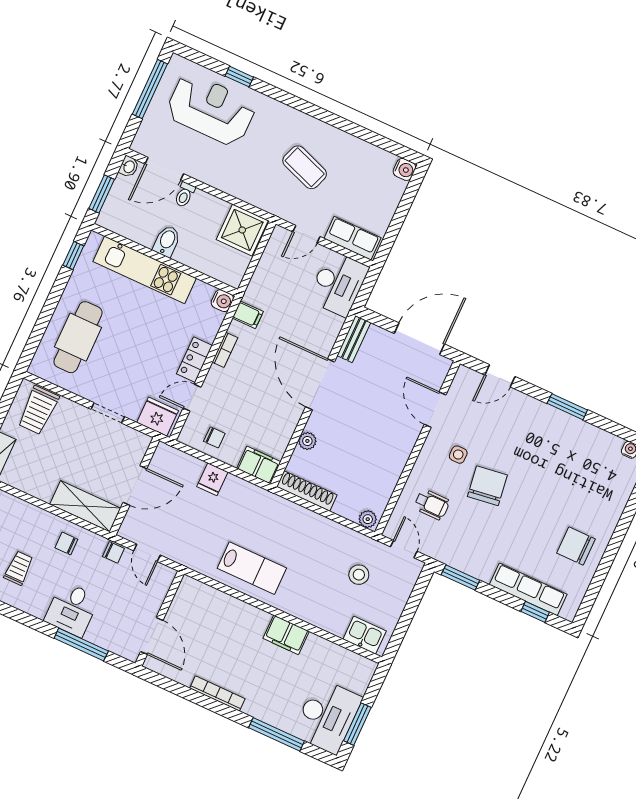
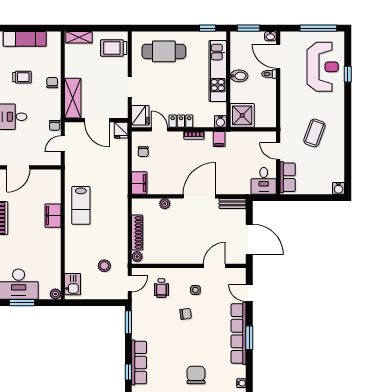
shower: (242, 230) -> (242, 115), moved
desk: (338, 284) -> (264, 181), width x0.73
row of seats: (553, 420) -> (239, 334), added
fridge: (212, 479) -> (121, 130), moved, turned -90
chair: (487, 486) -> (186, 314), width x0.54, depth x0.54
shoe rack: (307, 491) -> (137, 232), moved
chair: (66, 543) -> (52, 83), moved
chair: (576, 546) -> (196, 375), moved
filing cabinet: (286, 635) -> (53, 216), moved
plant: (367, 668) -> (55, 294), added

